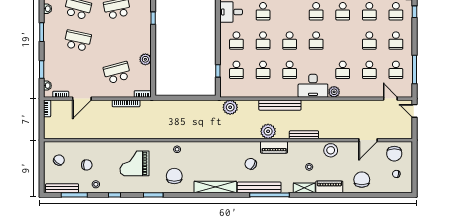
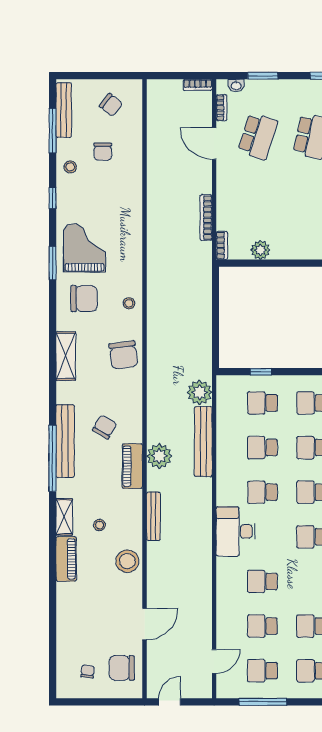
plant: (145, 59) -> (260, 250), moved
school desk: (117, 73) -> (258, 136), moved, turned 33
plant: (334, 92) -> (226, 567), removed
bench: (280, 105) -> (203, 441), moved
door: (414, 111) -> (170, 702), moved
door: (368, 140) -> (144, 624), swing flipped
grand piano: (134, 163) -> (85, 248), moved
chair: (362, 180) -> (124, 355), moved, turned 82
shelving: (215, 187) -> (66, 356), width x0.68

